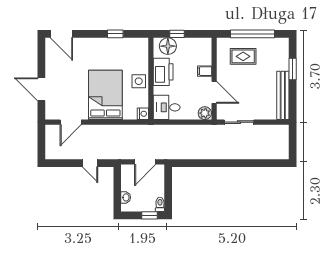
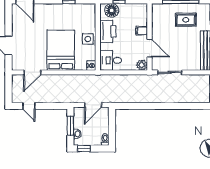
rug: (243, 56) -> (186, 20), moved
door: (90, 163) -> (29, 106), moved
window: (117, 188) -> (70, 126), added
window: (149, 215) -> (84, 149), moved

